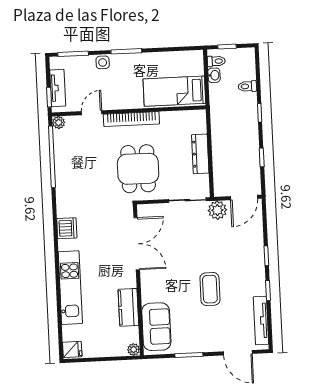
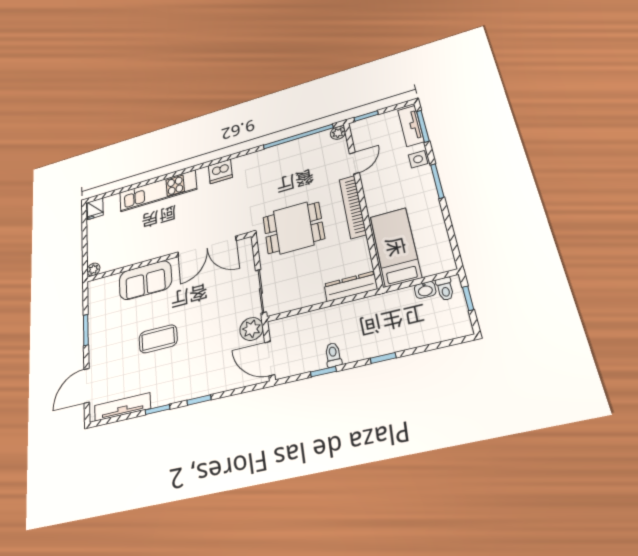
toilet: (247, 86) -> (333, 355), moved
tv unit: (58, 88) -> (411, 126), moved, turned 90
door: (92, 113) -> (354, 163), hinge flipped
dresser: (200, 154) -> (351, 286), moved
kitchen counter: (128, 307) -> (137, 254), removed
sofa: (156, 327) -> (145, 280), moved

